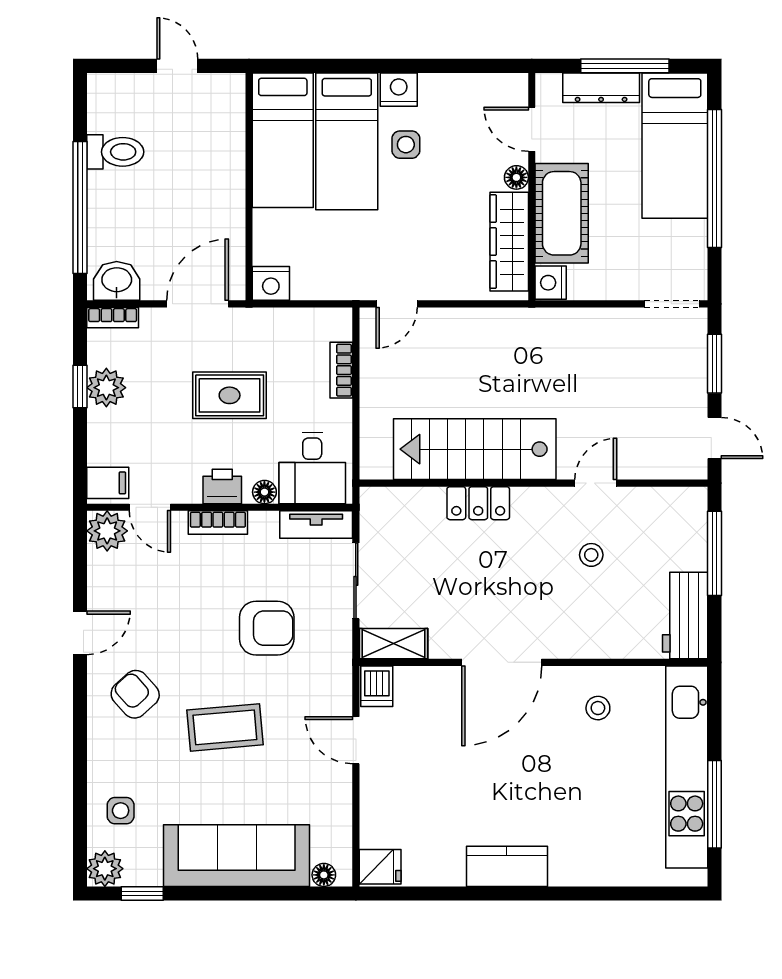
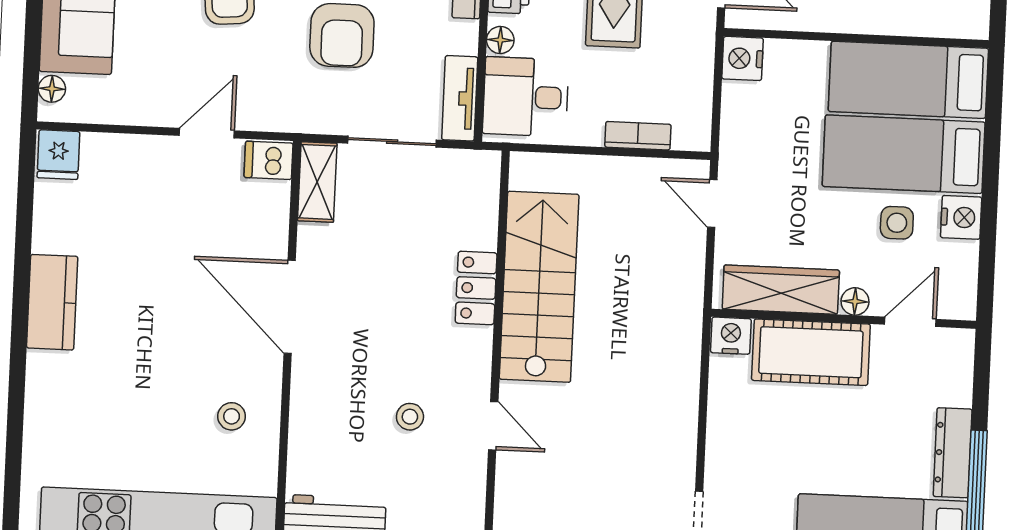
door: (532, 129) -> (910, 322), moved
floor lamp: (516, 177) -> (855, 301), moved
wall: (532, 187) -> (844, 319), moved
cot: (562, 213) -> (811, 352), moved
wardrobe: (509, 242) -> (781, 290), moved
nightstand: (551, 283) -> (731, 336), moved

